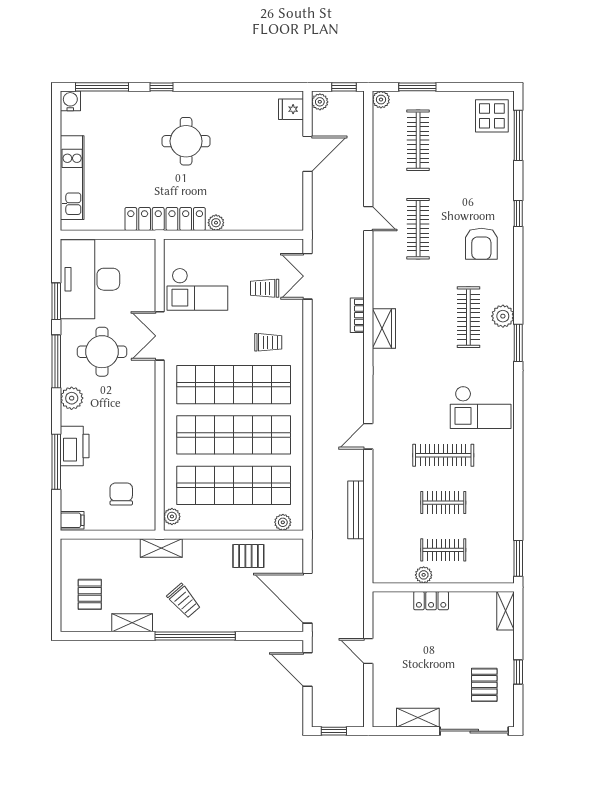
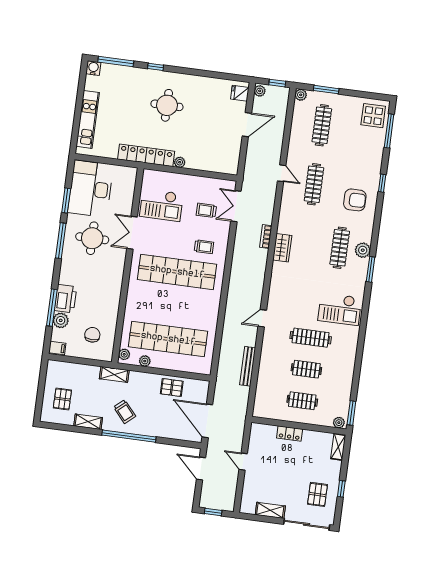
armchair: (481, 244) -> (355, 200), turned -90
plant: (72, 398) -> (61, 320), moved
shop shelf: (234, 435) -> (173, 305), removed
plant: (283, 522) -> (145, 361), moved
plant: (424, 575) -> (339, 423), moved

